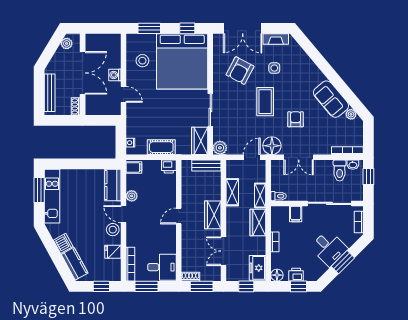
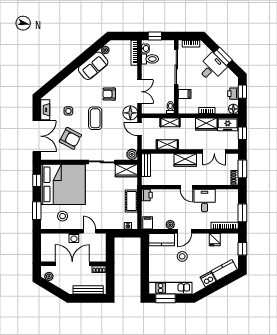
door: (123, 94) -> (89, 231), hinge flipped
coffee table: (265, 102) -> (95, 118), turned 90
wardrobe: (258, 222) -> (206, 124), moved
stool: (113, 230) -> (182, 256), moved
desk: (162, 267) -> (205, 201), moved

